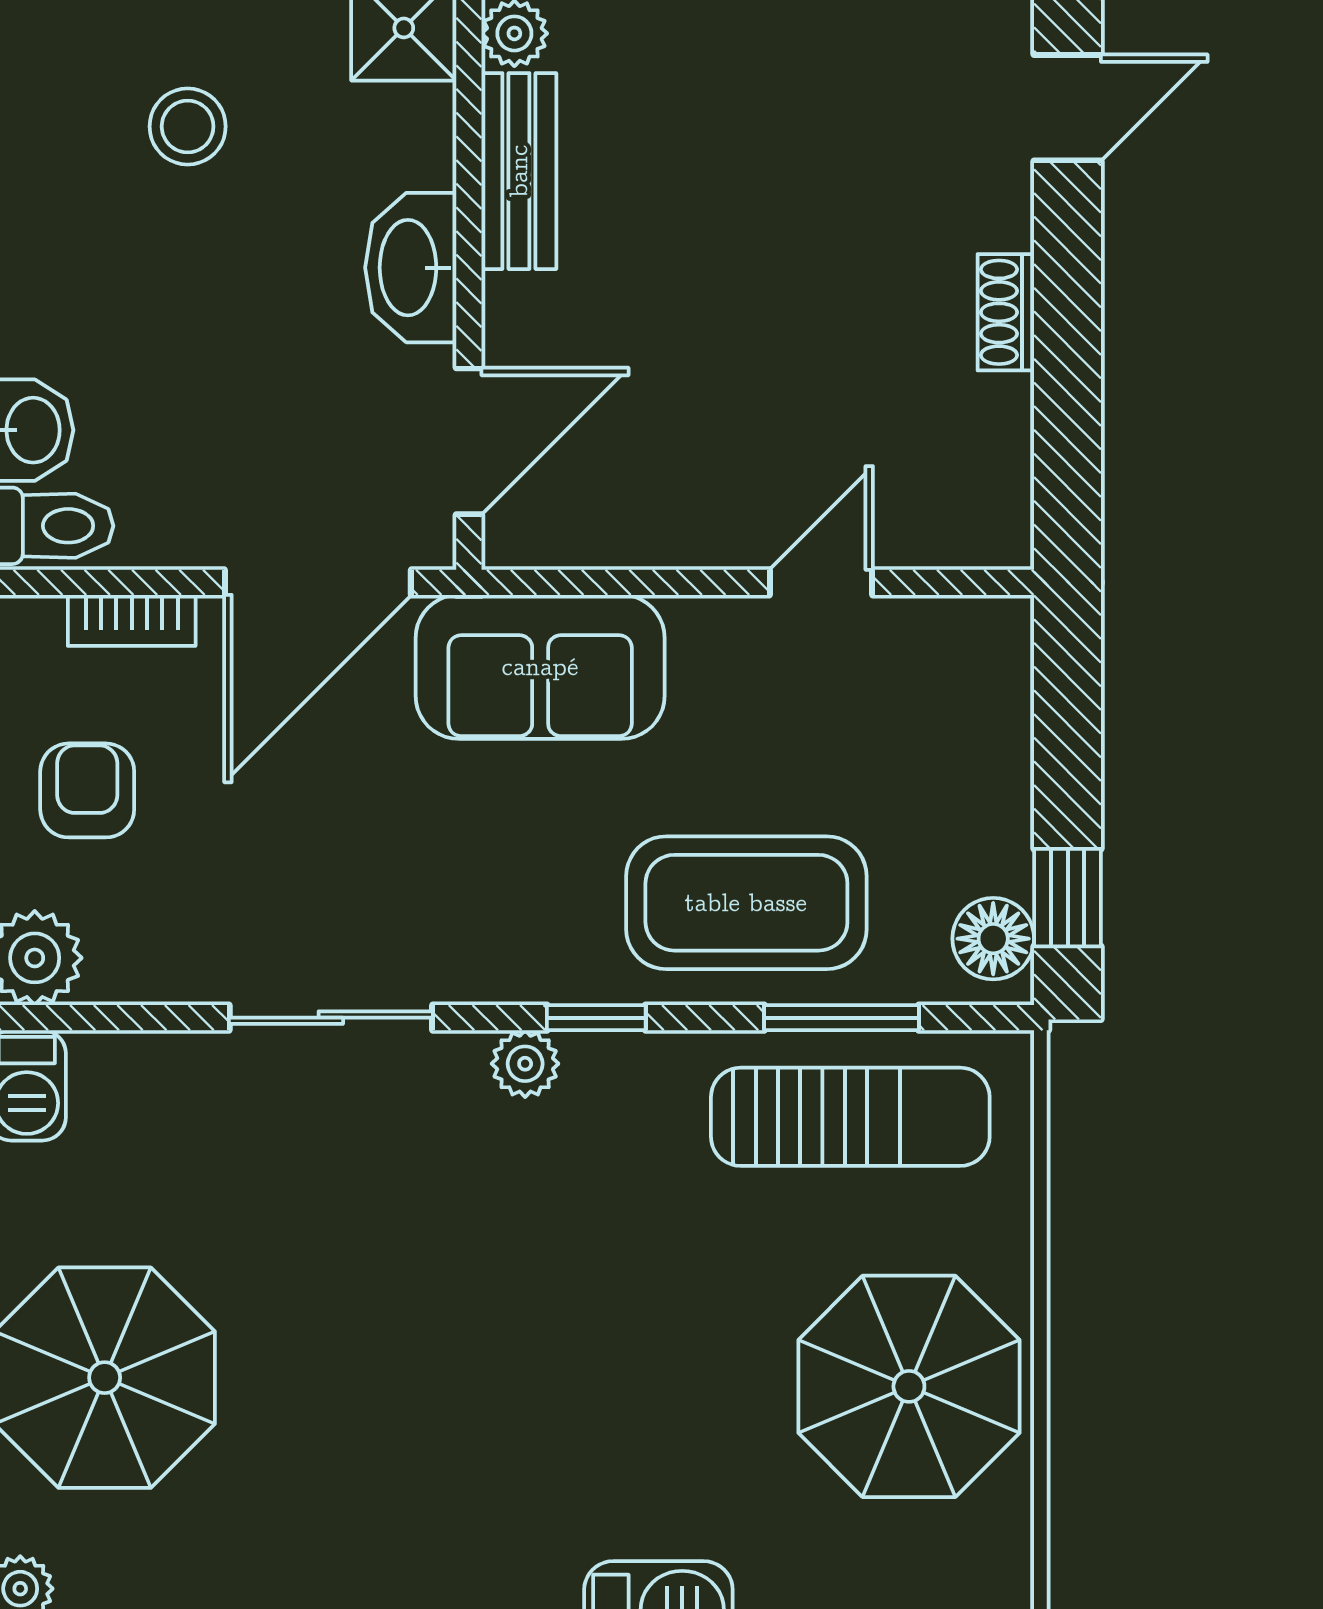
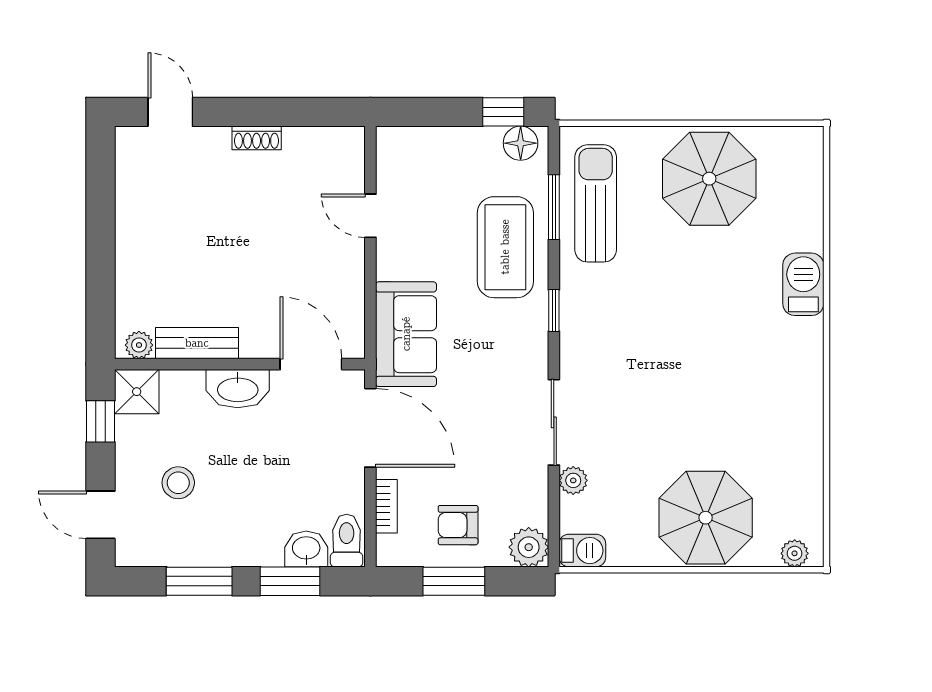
plant: (525, 1064) -> (573, 480), moved

